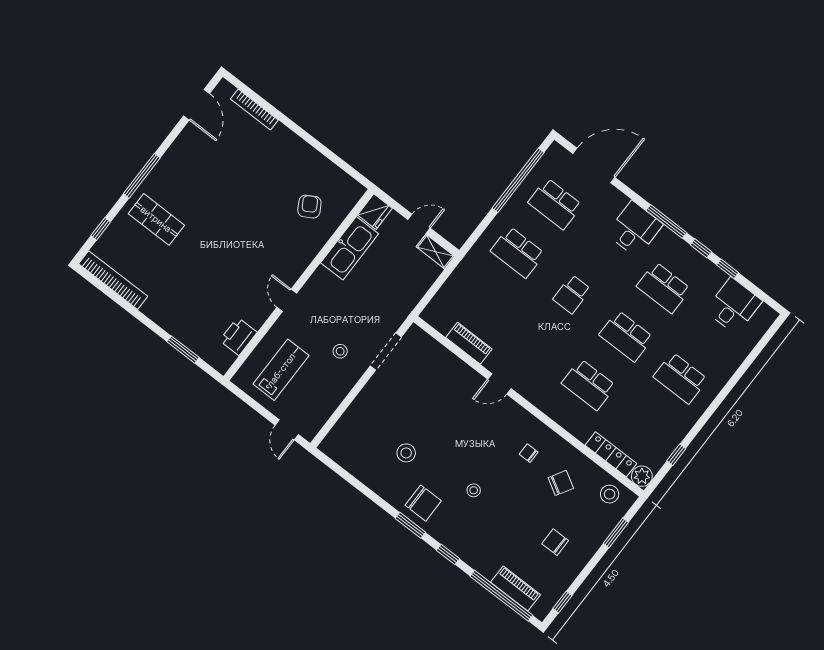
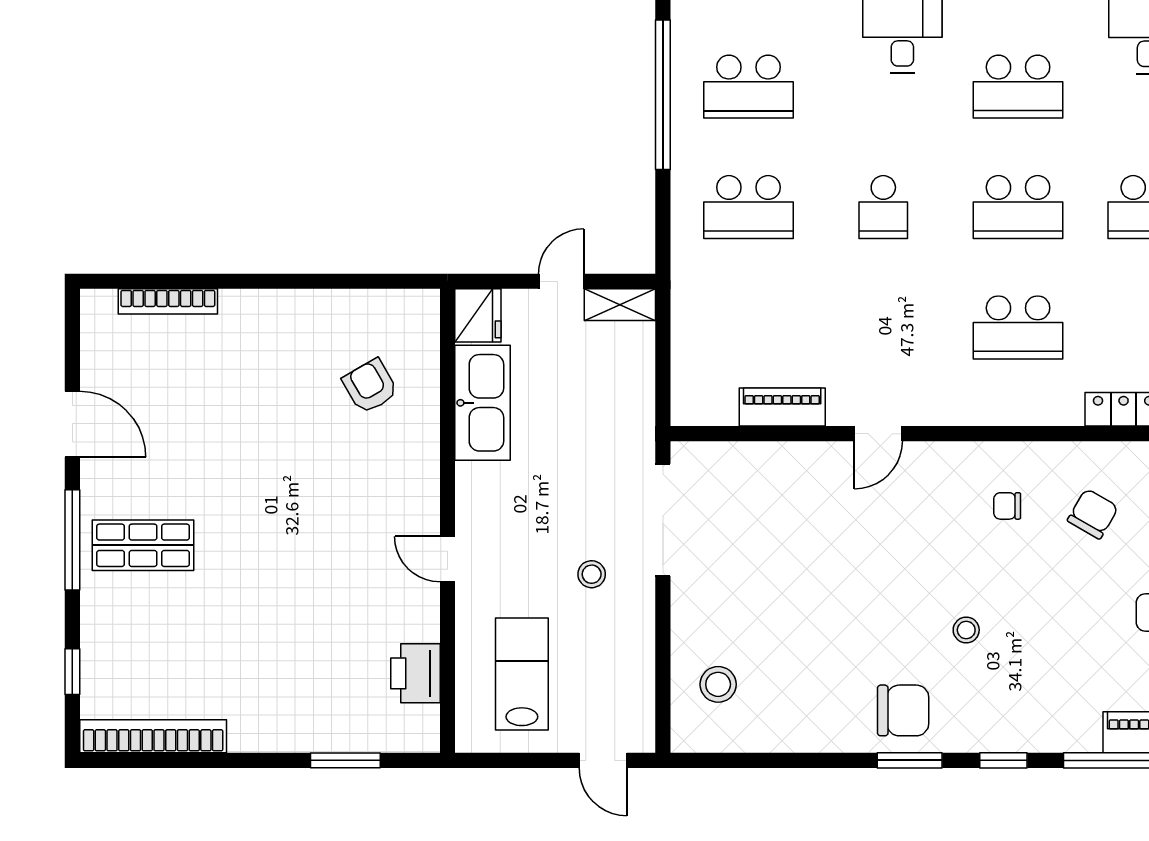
door: (197, 105) -> (72, 424), moved
shop shelf: (156, 219) -> (143, 545), moved
doorway: (386, 352) -> (663, 520), width x1.36
stool: (406, 453) -> (718, 684), moved

